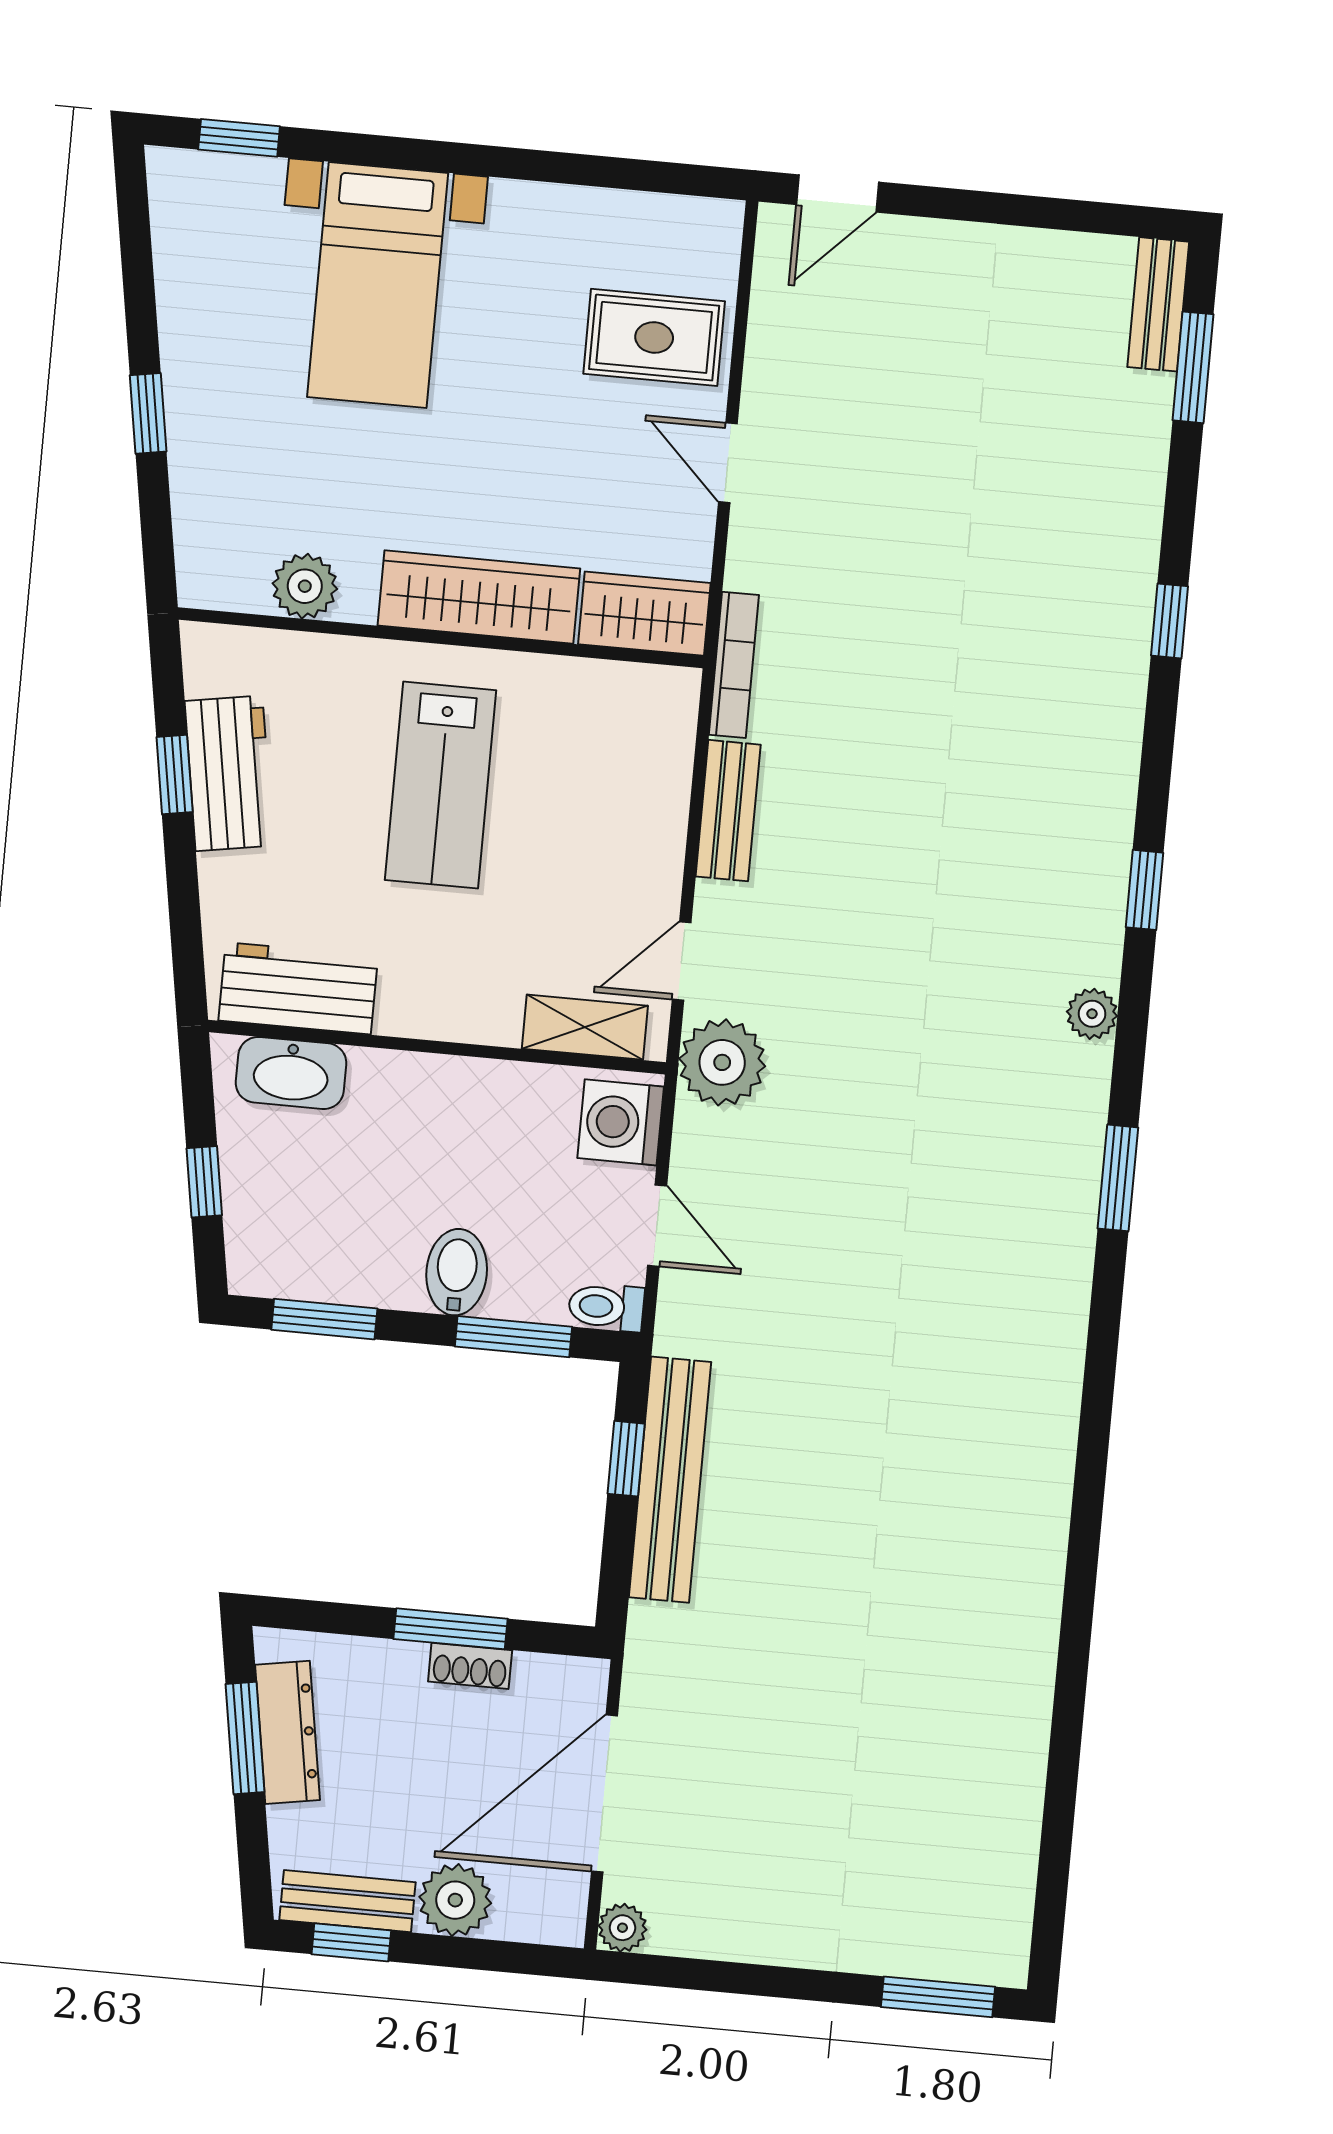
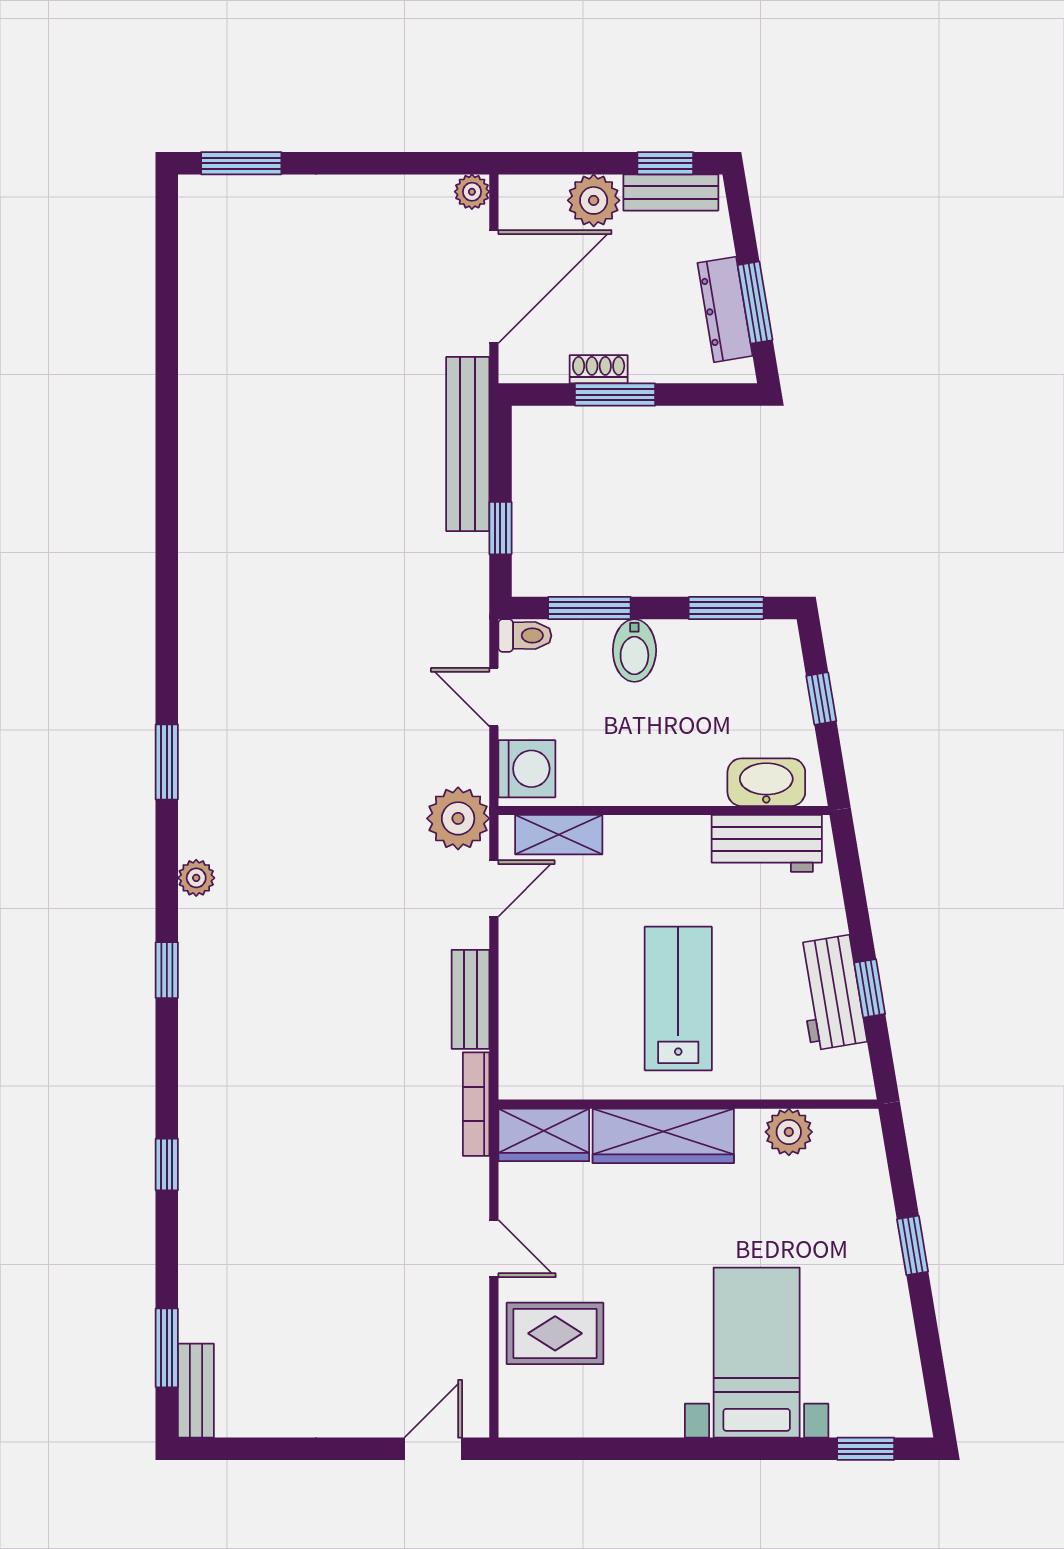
bench: (670, 1480) -> (468, 444), moved

